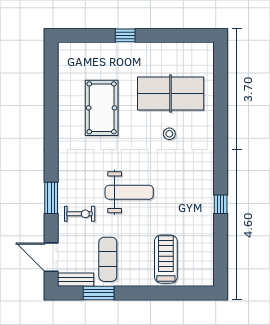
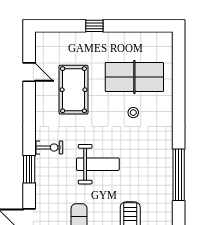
door: (51, 88) -> (29, 72), added
window: (221, 204) -> (179, 175), width x3.17
exercise bike: (80, 214) -> (49, 148), moved

